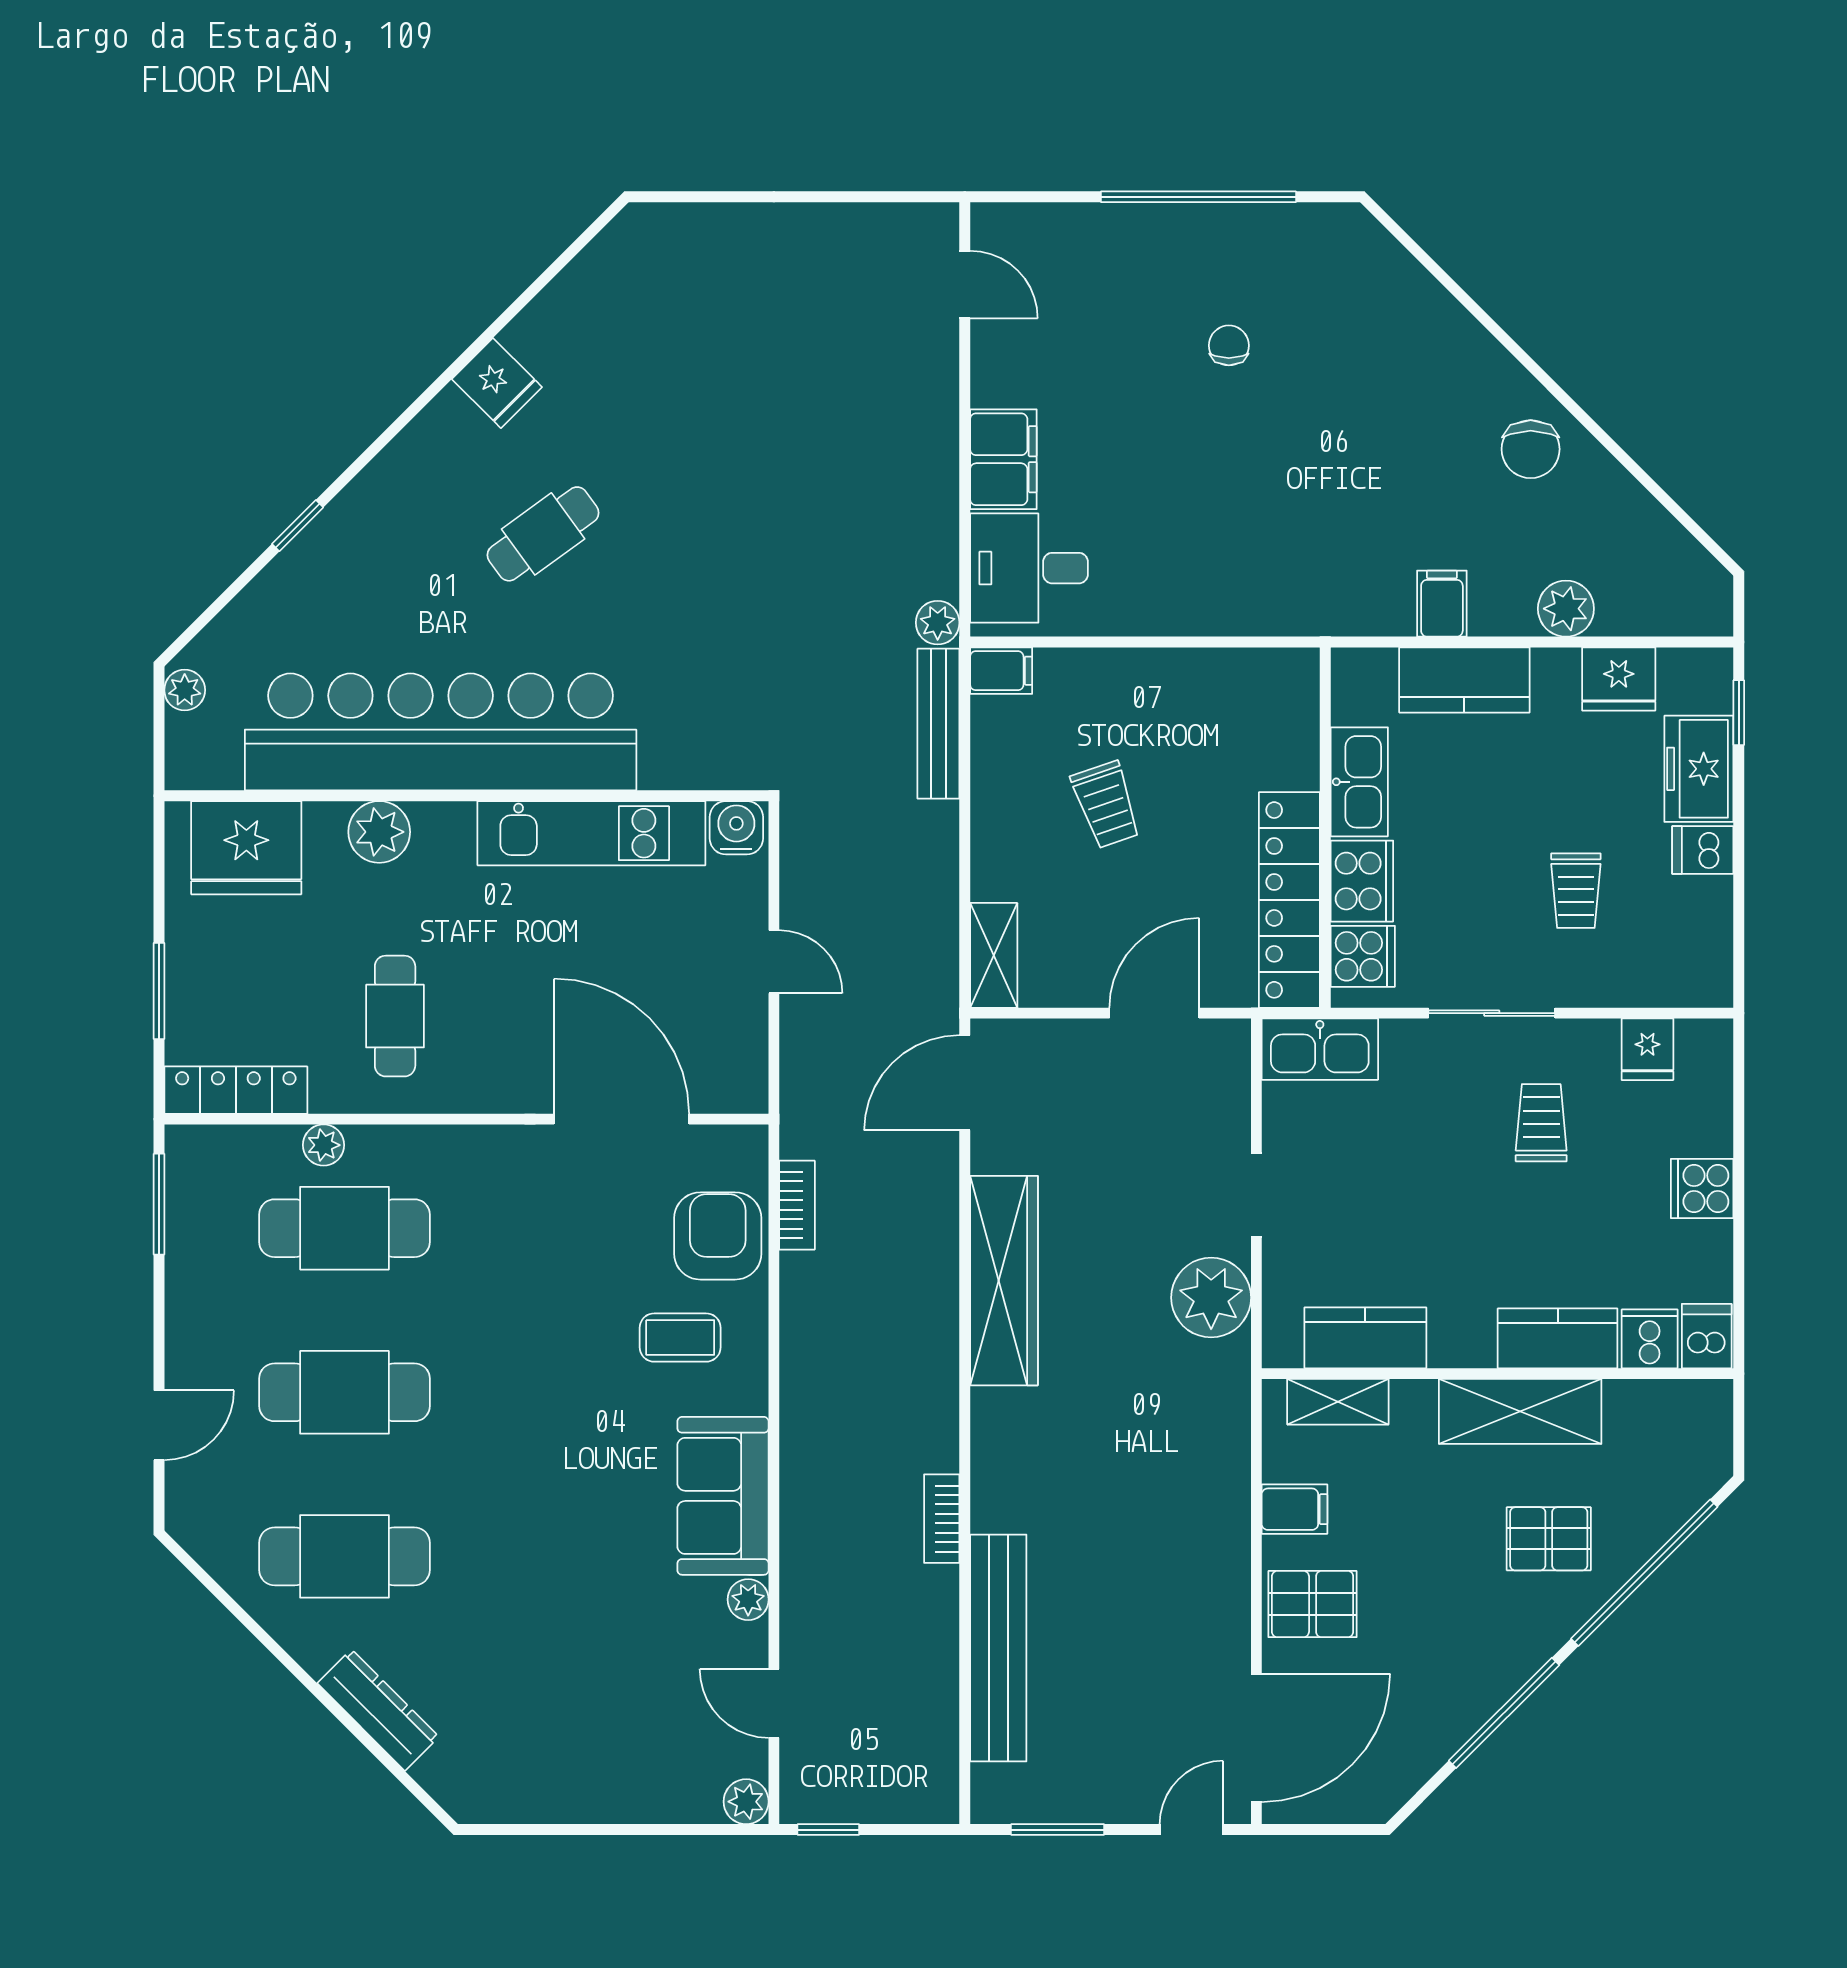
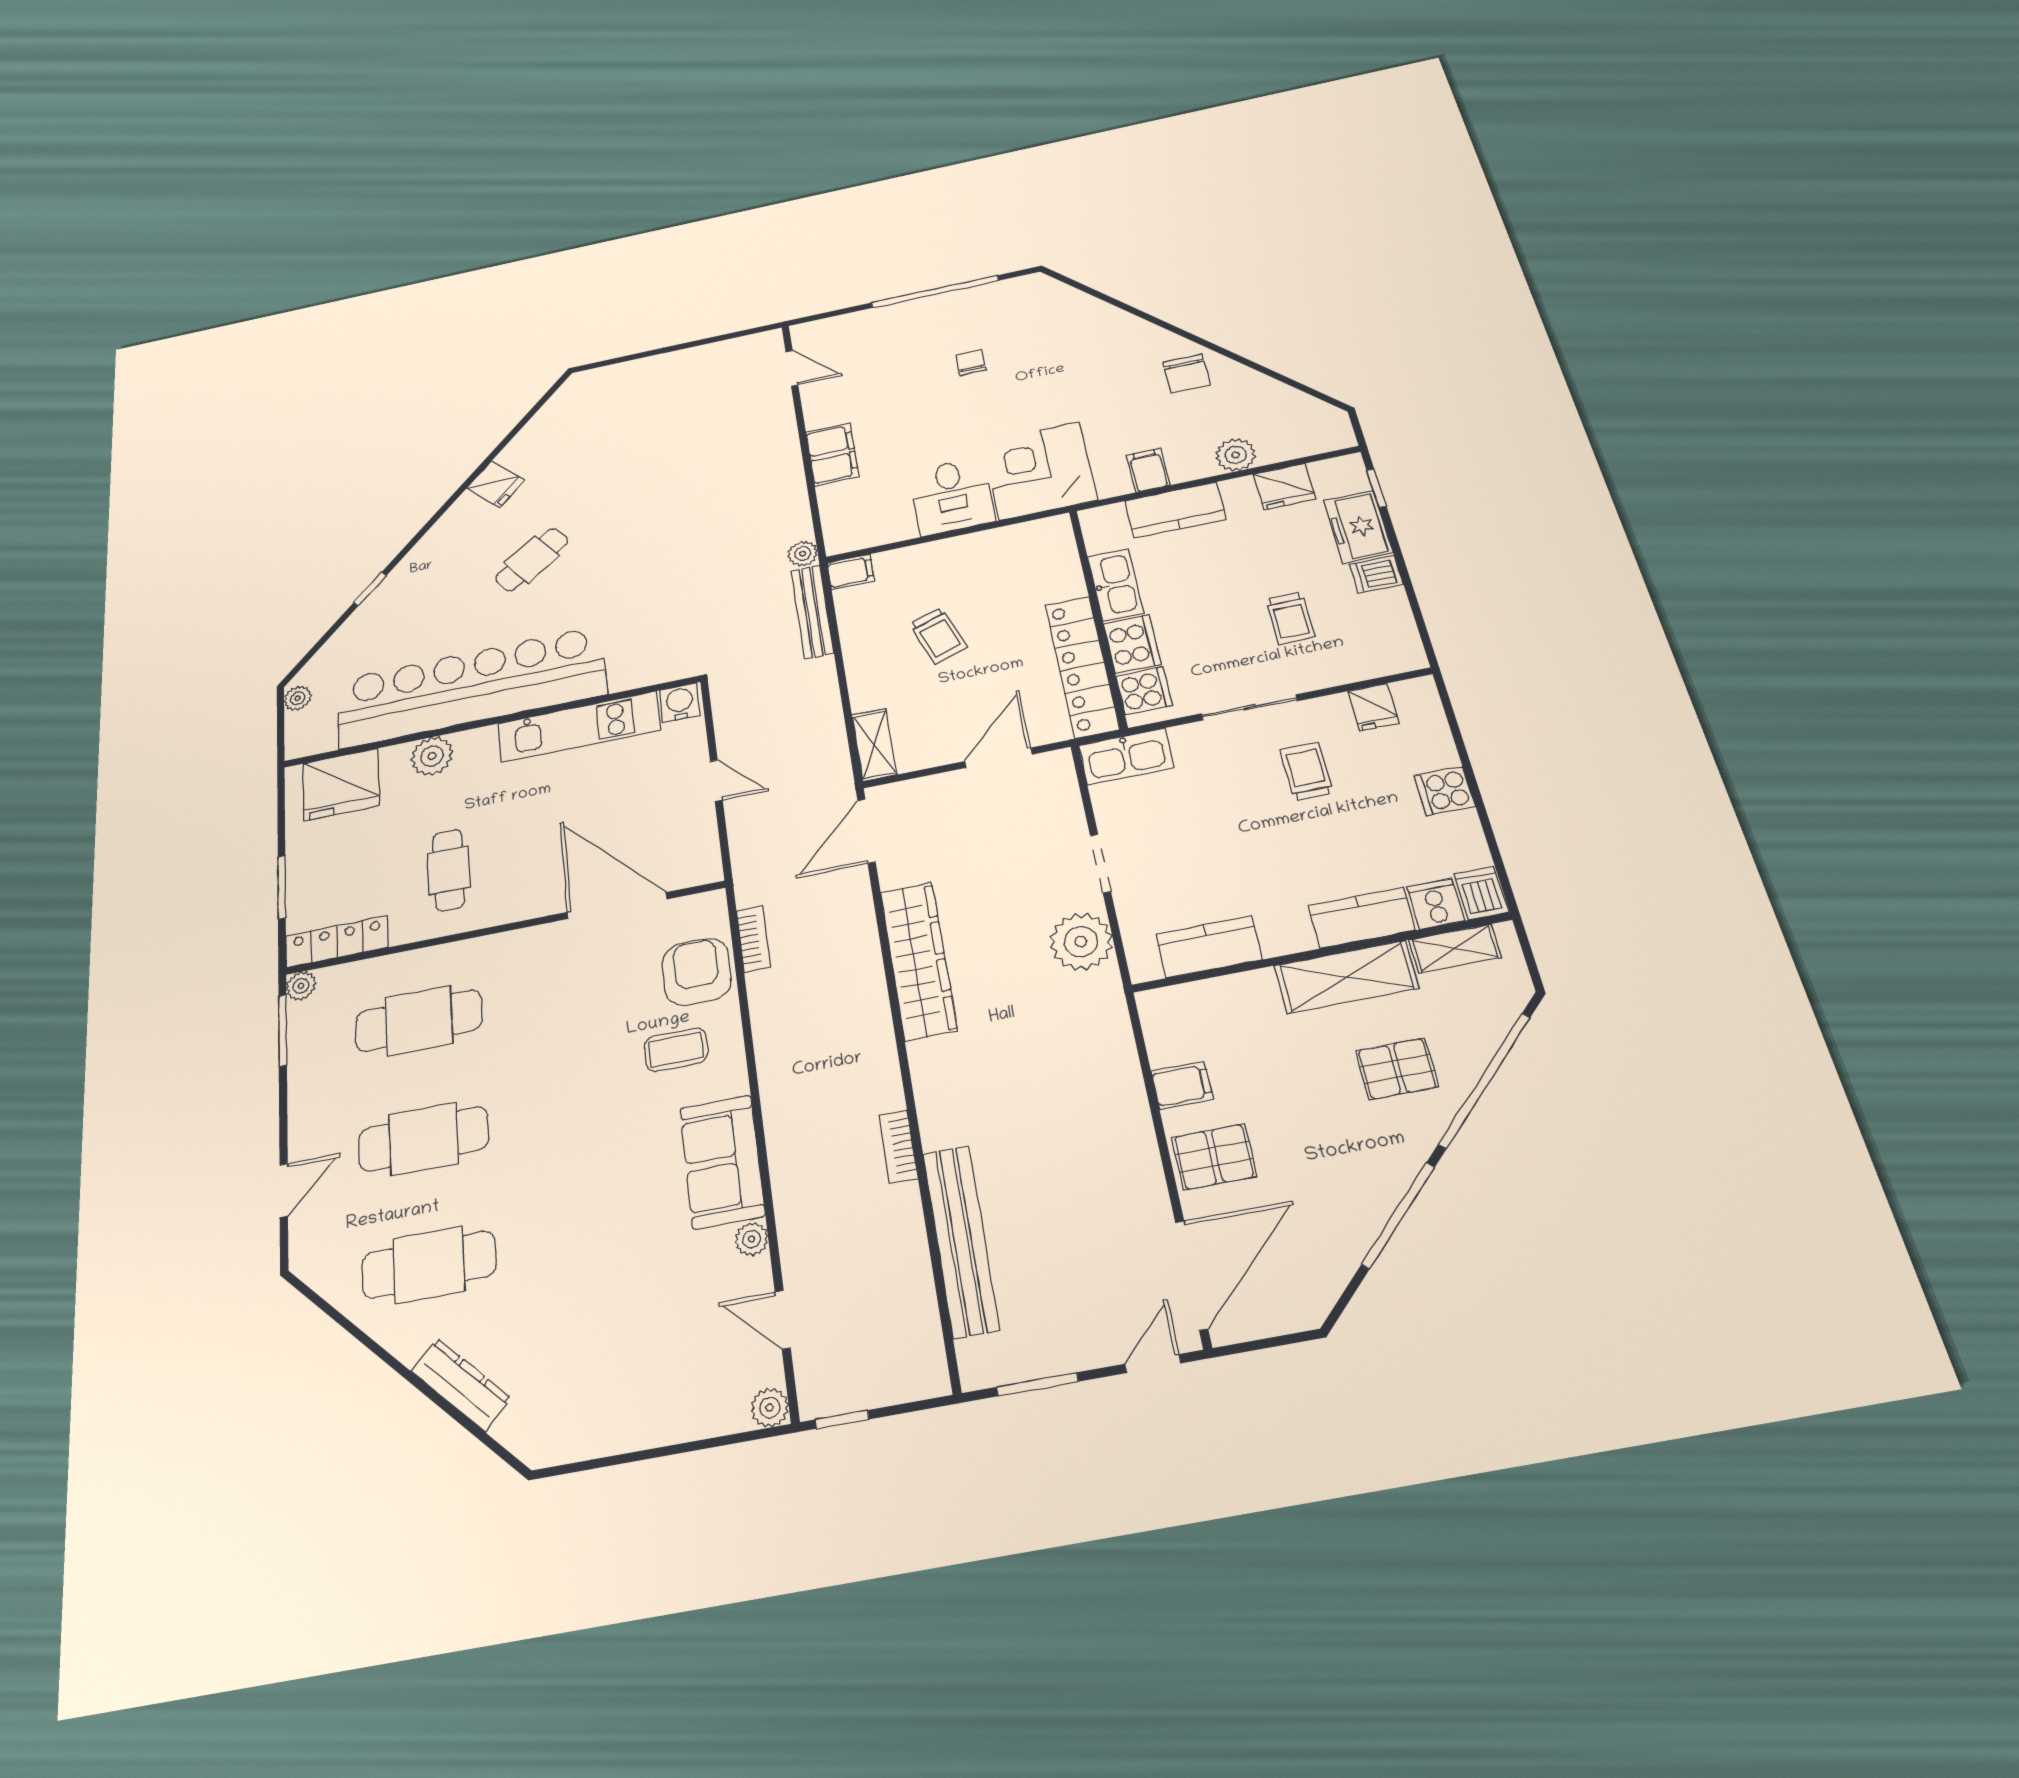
corner desk: (1292, 566) -> (1040, 471), added
desk: (1029, 568) -> (952, 496), moved, turned -90
plant: (324, 1145) -> (301, 986), moved
shelving: (1338, 1402) -> (1455, 949), moved

